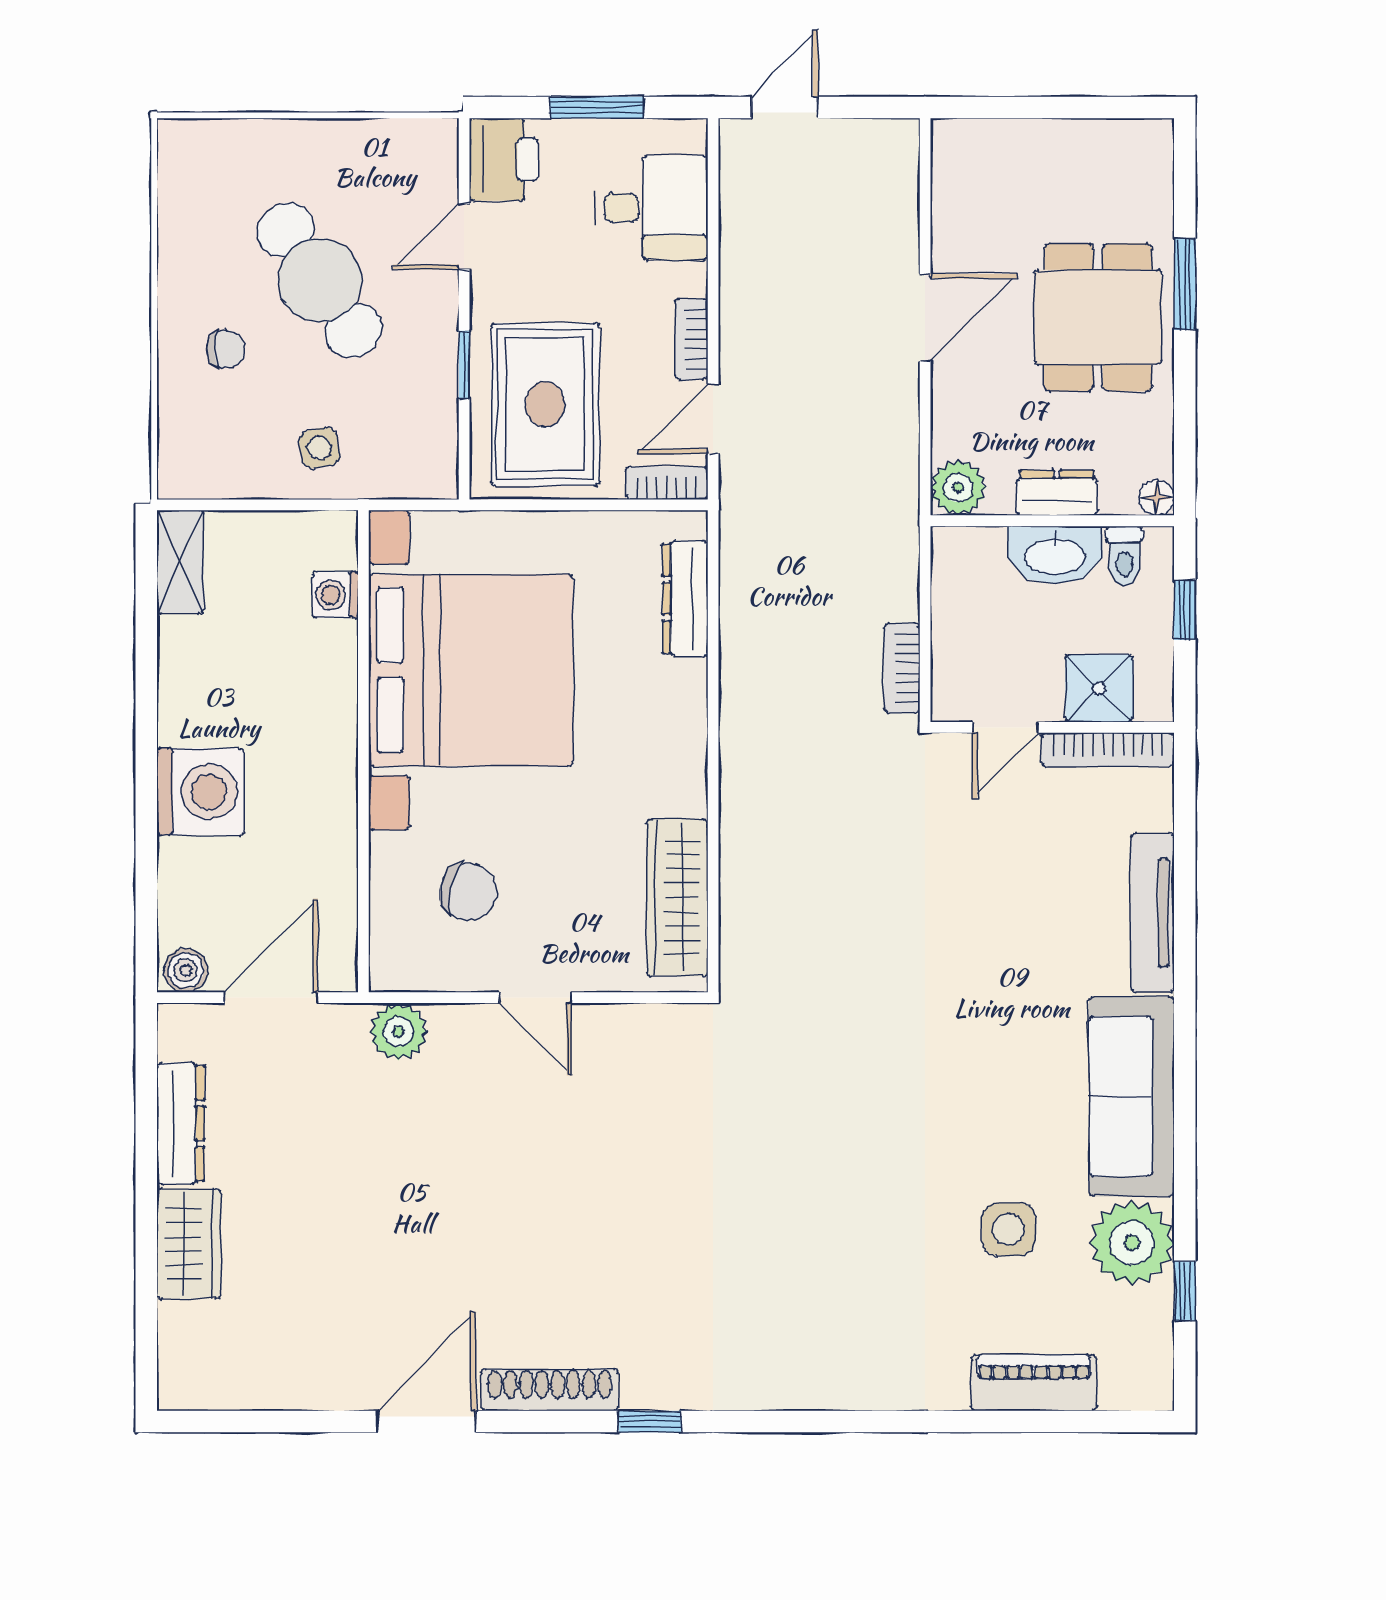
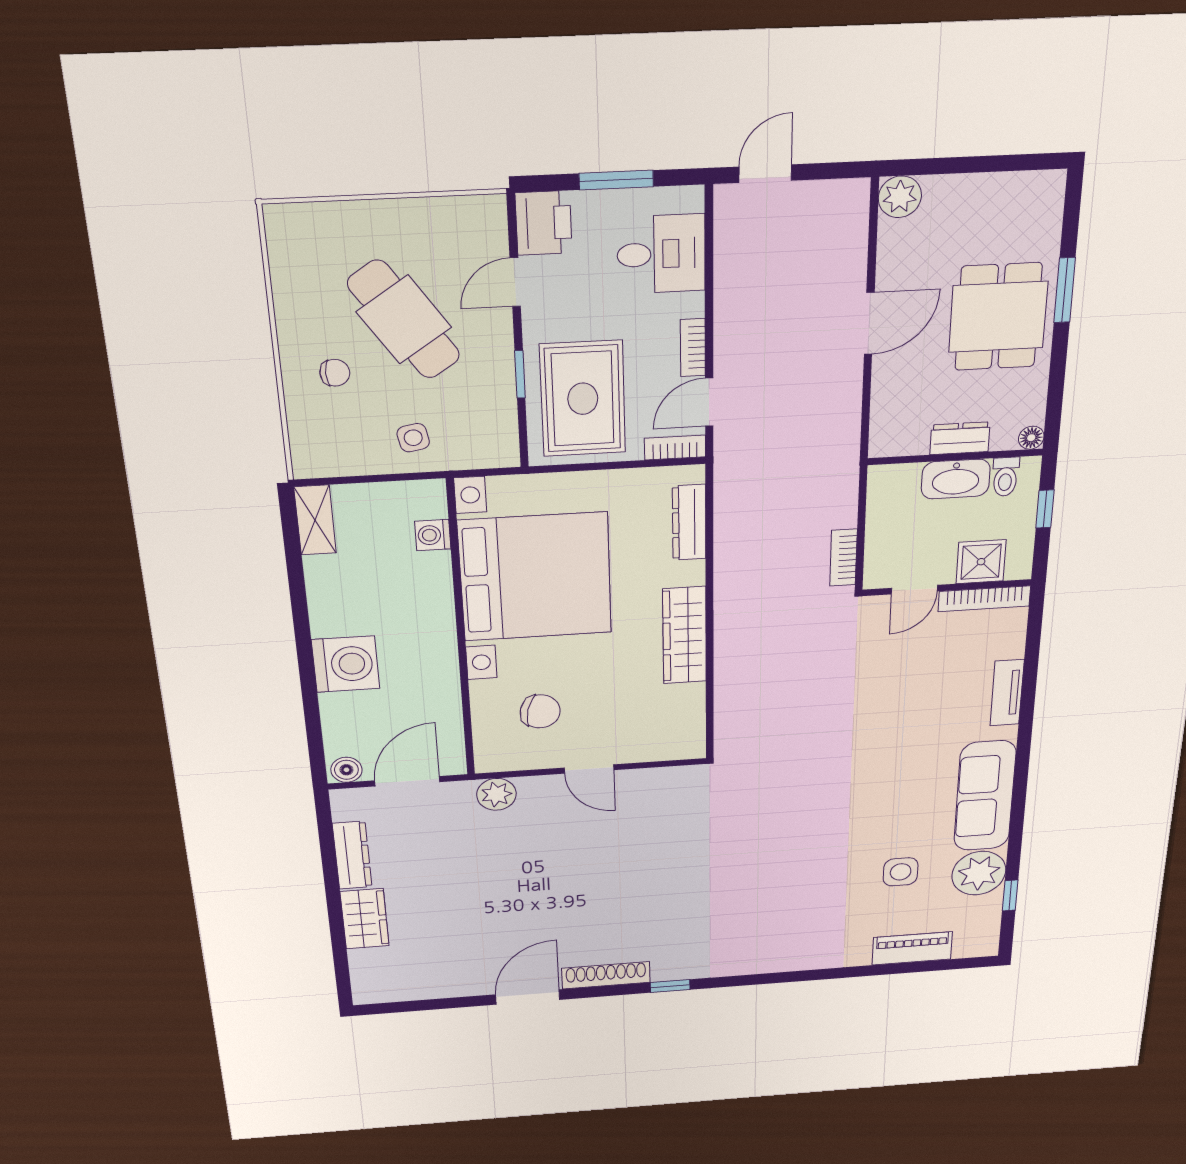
plant: (958, 488) -> (900, 197), moved
wardrobe: (677, 898) -> (685, 635), moved
tv unit: (1153, 912) -> (1007, 693), width x0.71

